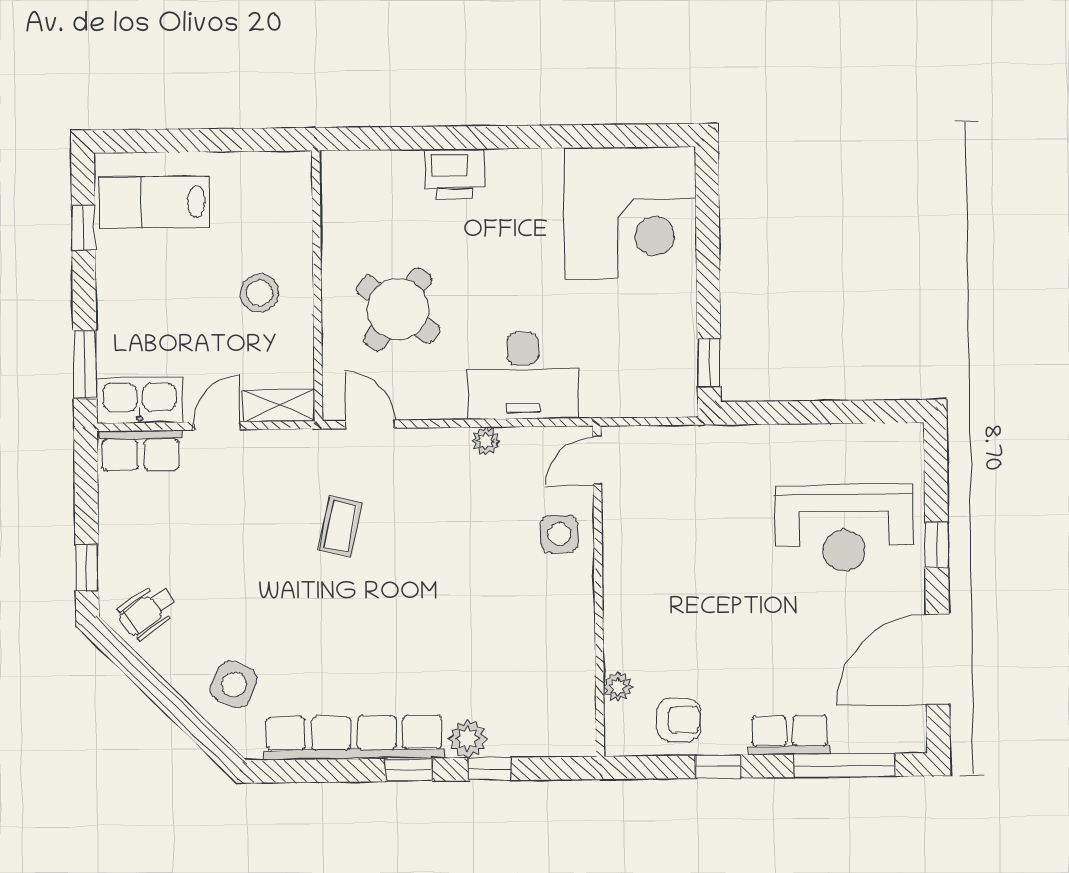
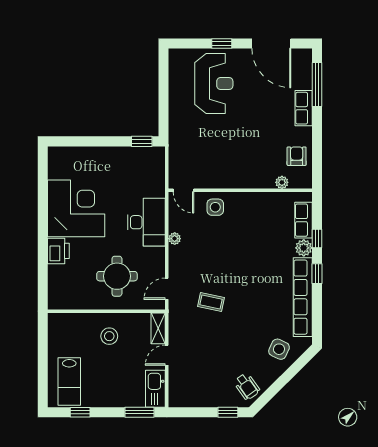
corner desk: (631, 213) -> (76, 208), moved
round table: (398, 309) -> (117, 276), turned -37
door: (217, 426) -> (167, 355), hinge flipped
row of seats: (141, 450) -> (303, 220), moved, turned 180
window: (718, 767) -> (317, 139), removed

